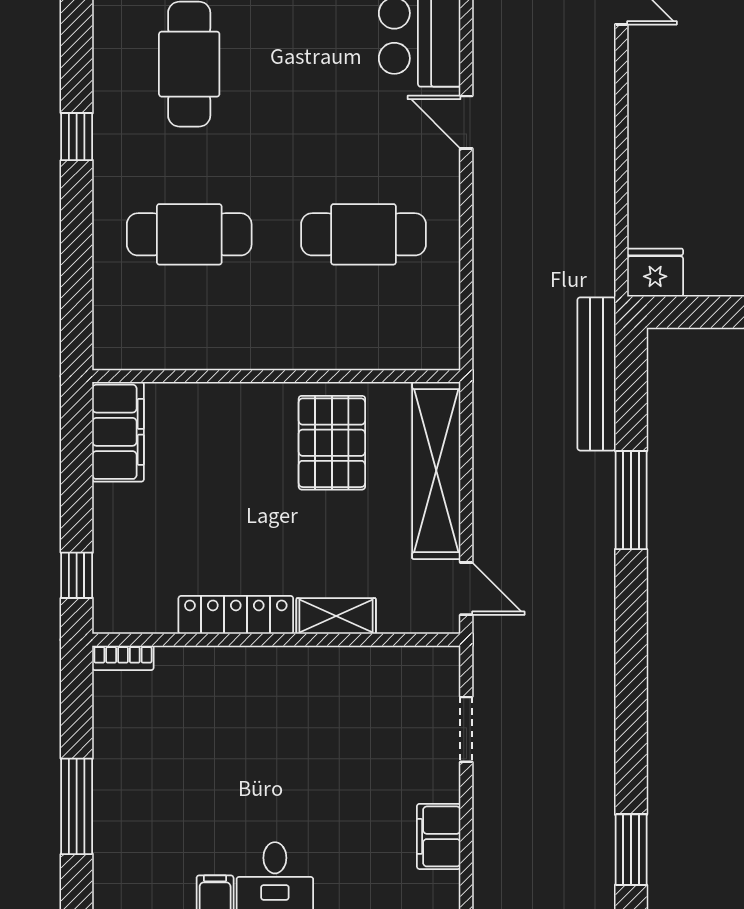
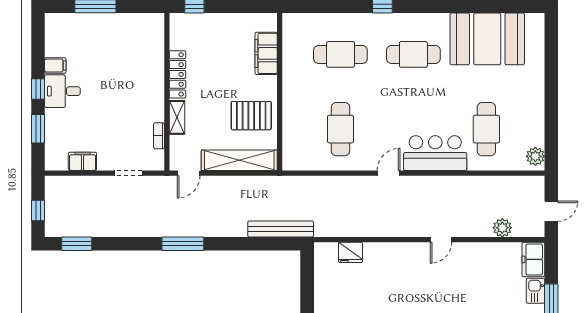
cafe table: (189, 234) -> (340, 54), turned 90
fridge: (655, 273) -> (351, 252), moved, turned 90
filing cabinet: (118, 432) -> (266, 53), moved, turned 90
window: (631, 500) -> (183, 244), moved
bookcase: (123, 658) -> (159, 136), moved

